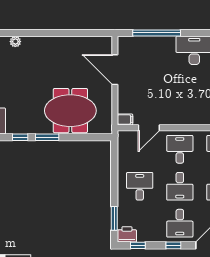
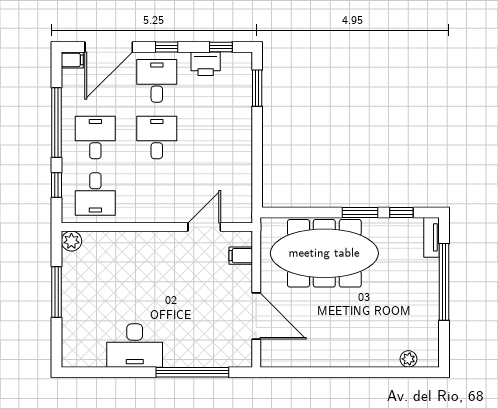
meeting table: (70, 111) -> (324, 253), width x1.36
filing cabinet: (125, 119) -> (241, 256), moved
desk: (180, 149) -> (157, 194), removed
desk: (140, 186) -> (218, 137), removed
printer: (127, 234) -> (206, 64), moved

